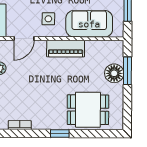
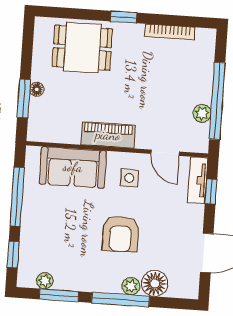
door: (24, 38) -> (165, 153), swing flipped
floor lamp: (114, 73) -> (37, 89), width x0.53, depth x0.53
bookcase: (20, 125) -> (170, 32), width x1.56

